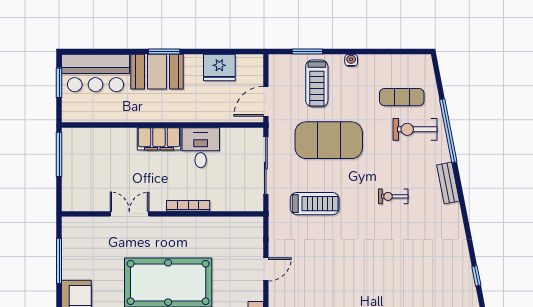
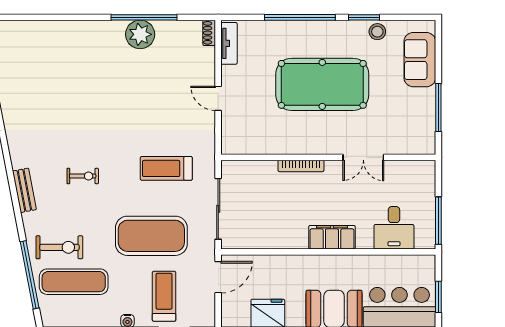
exercise mat: (402, 97) -> (74, 282), width x1.36, depth x1.45
window: (448, 131) -> (30, 275), moved
desk: (201, 148) -> (394, 228), moved
door: (266, 269) -> (218, 98), hinge flipped

